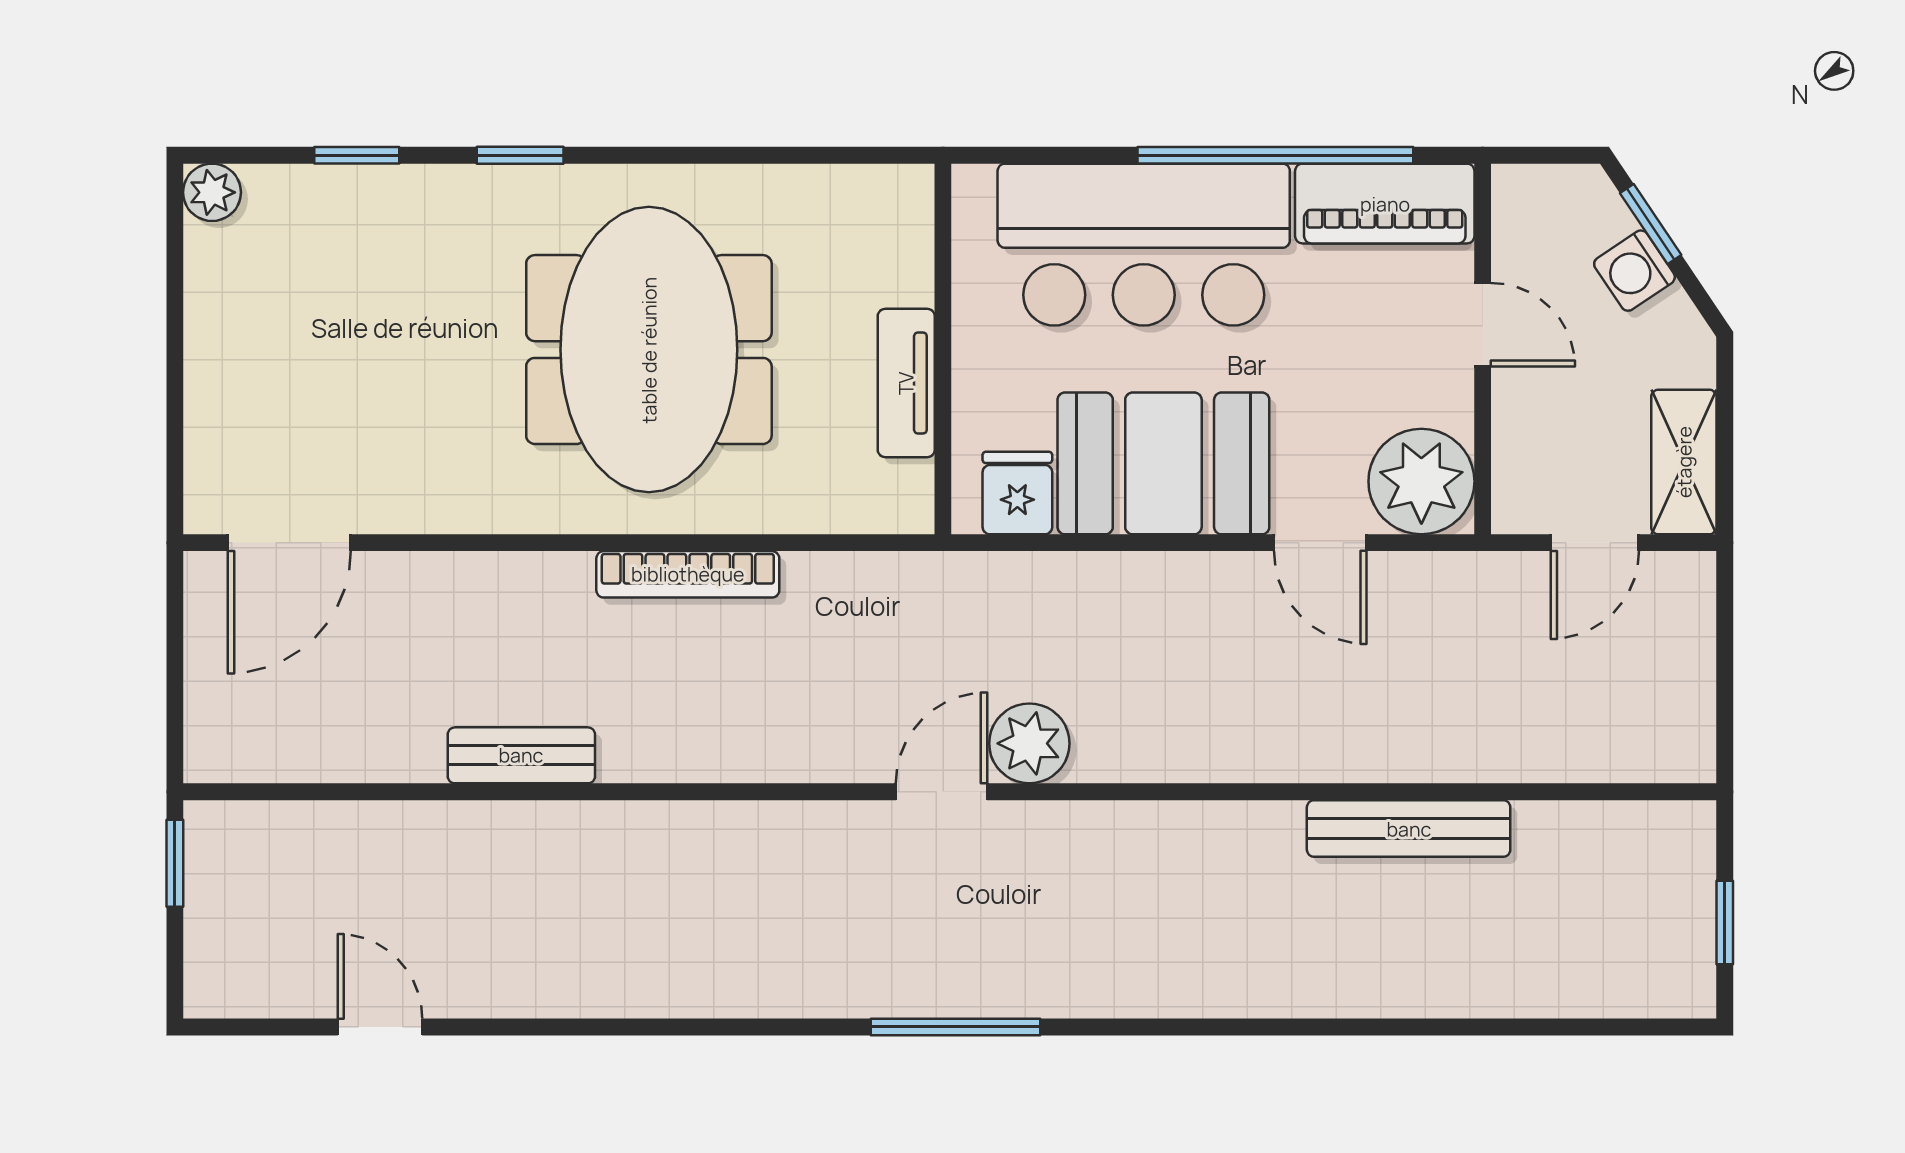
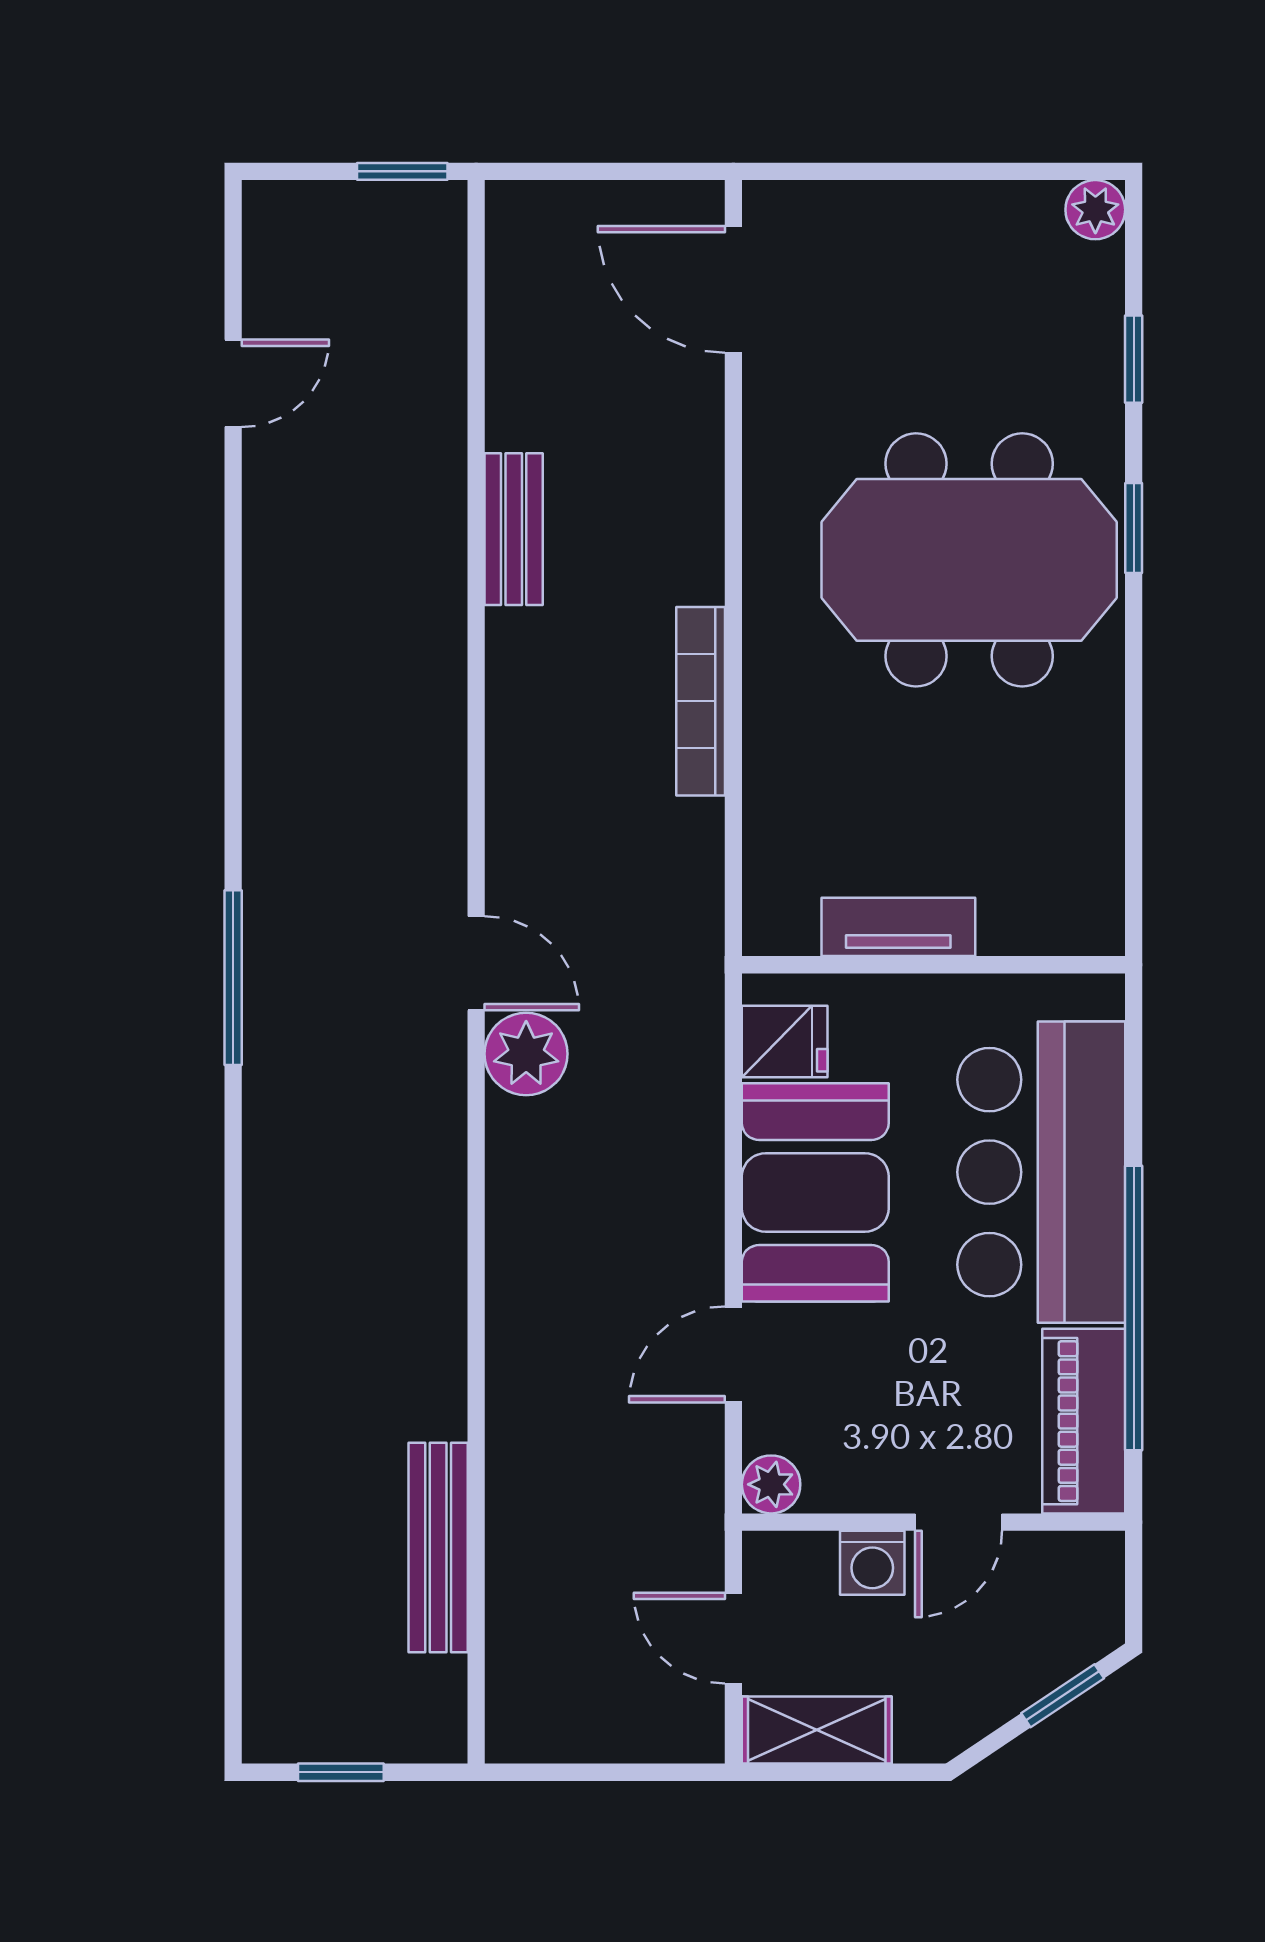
washing machine: (1634, 271) -> (872, 1563), moved, turned -146
meeting table: (649, 350) -> (969, 560), moved
plant: (1421, 481) -> (771, 1484), width x0.53, depth x0.53
bench: (1409, 829) -> (438, 1547), moved

